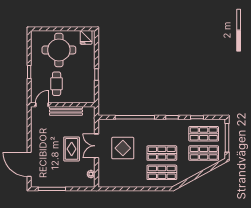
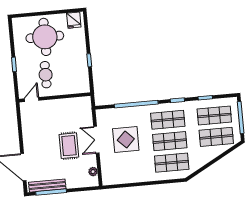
bench: (66, 111) -> (47, 186), moved
shop shelf: (162, 134) -> (168, 120), added

